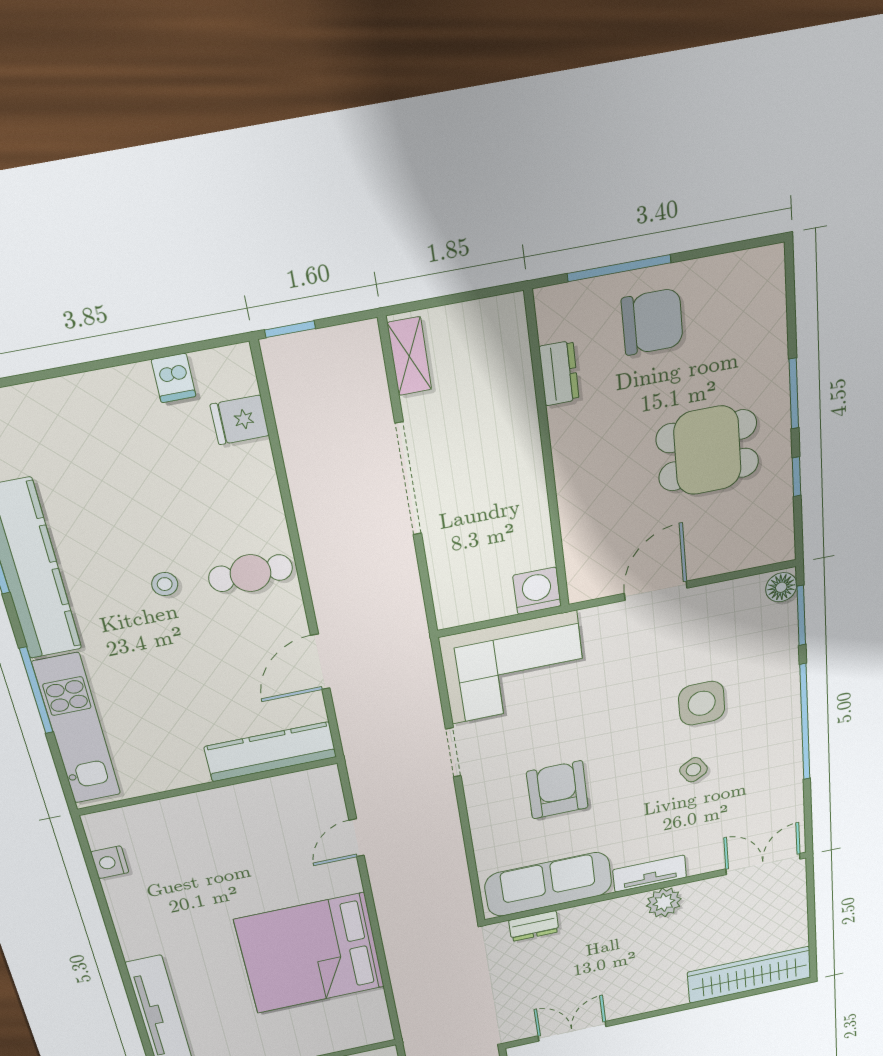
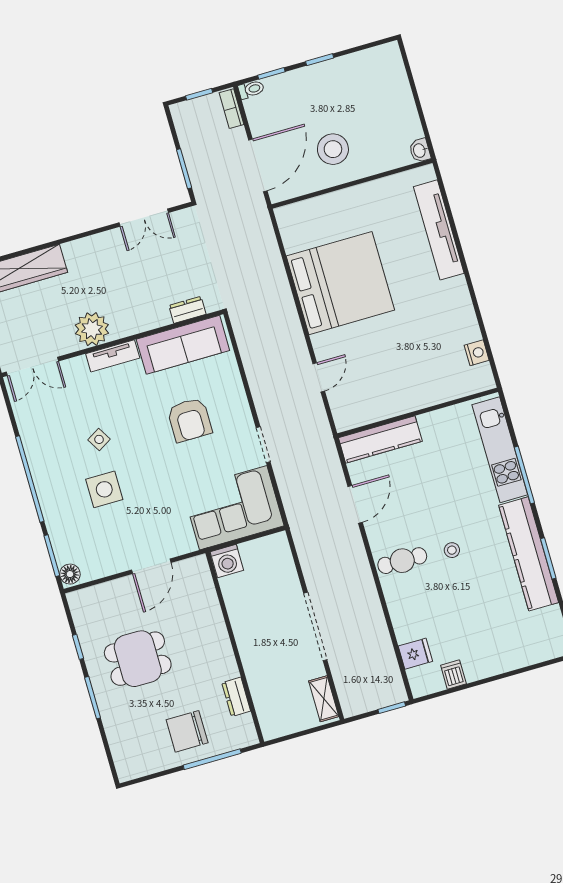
plant: (664, 902) -> (92, 329), width x1.36, depth x1.36

